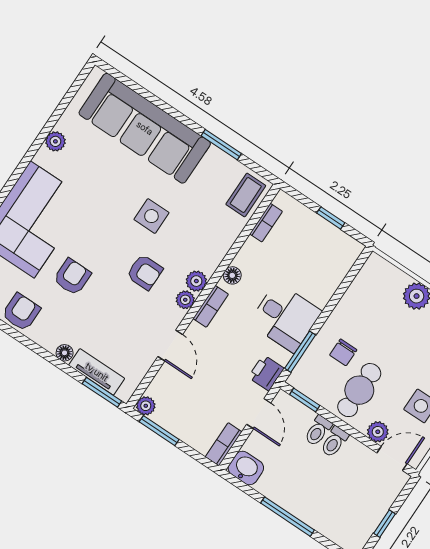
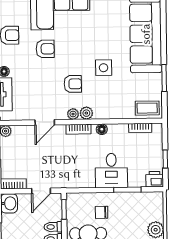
armchair: (145, 272) -> (73, 84), turned -90
desk: (285, 317) -> (111, 170), moved
window: (300, 352) -> (127, 190), moved
printer: (266, 373) -> (155, 179), moved

